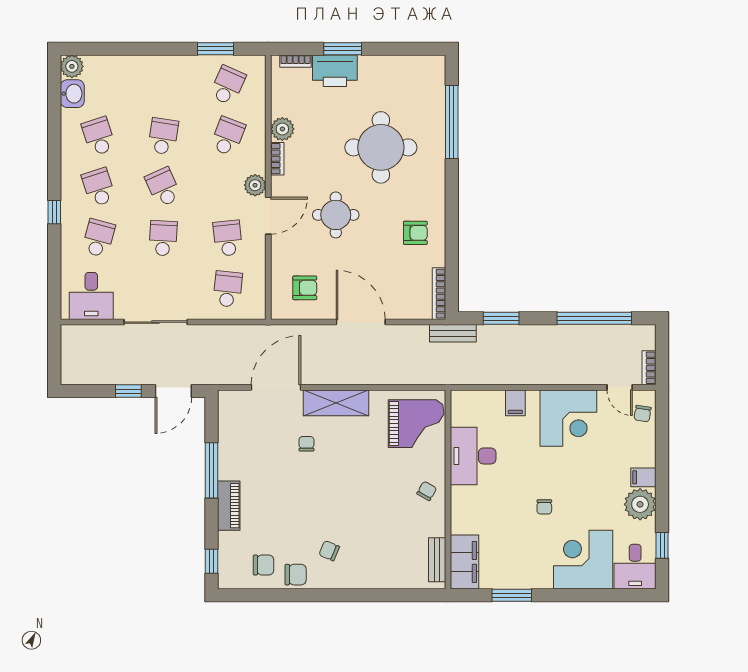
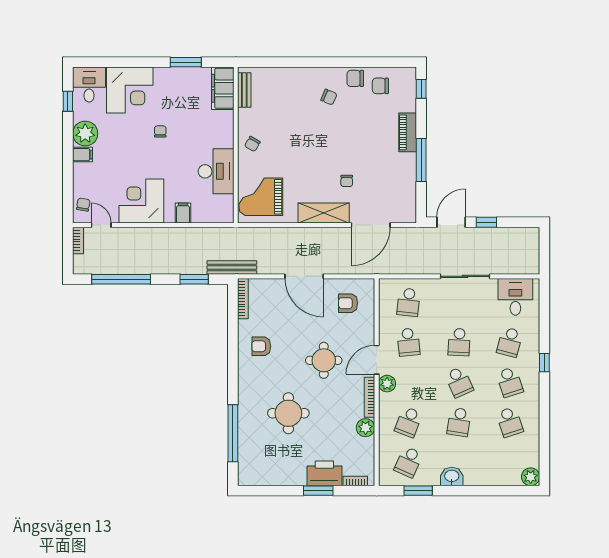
washbasin: (72, 94) -> (452, 476), moved, turned 90
round table: (381, 147) -> (288, 413), width x0.73, depth x0.73
bookcase: (277, 159) -> (370, 397), width x1.56
bench: (453, 333) -> (232, 267), width x1.36

